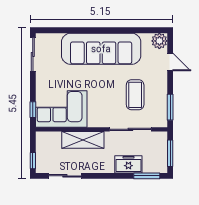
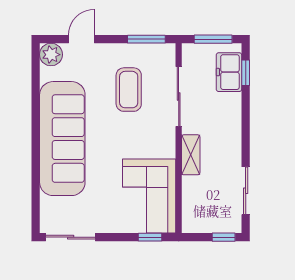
coffee table: (135, 95) -> (129, 90), turned 90
shelving: (83, 140) -> (191, 155), width x0.67, depth x0.75
freezer: (128, 164) -> (229, 72), moved
window: (147, 176) -> (246, 73), width x0.67

